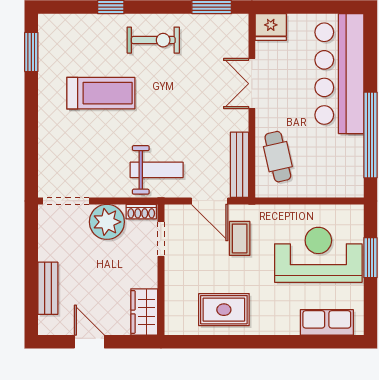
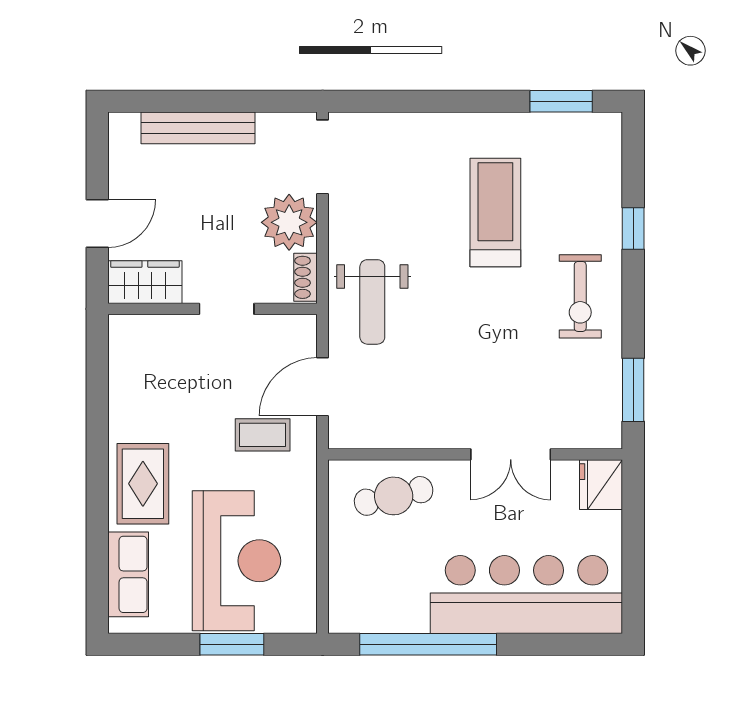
double door: (252, 84) -> (511, 454), swing flipped
treadmill: (101, 93) -> (495, 213), turned 180
bench: (239, 165) -> (380, 434), removed
doorway: (161, 239) -> (227, 309), moved
bench: (48, 288) -> (198, 128), width x1.36
rug: (224, 310) -> (143, 484), moved
door: (89, 342) -> (97, 224), moved

